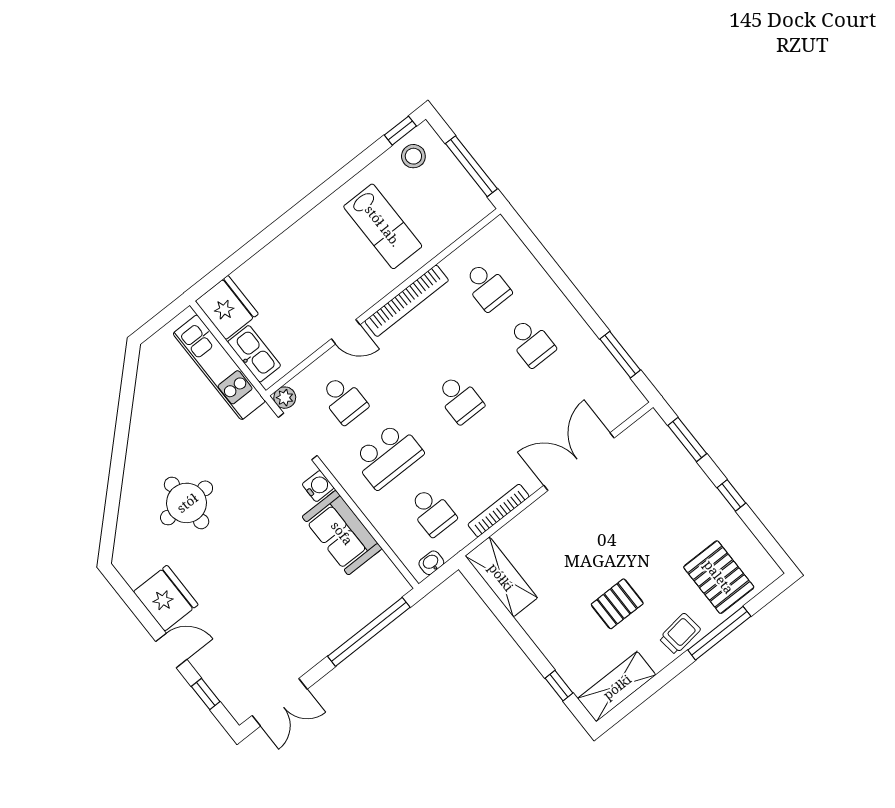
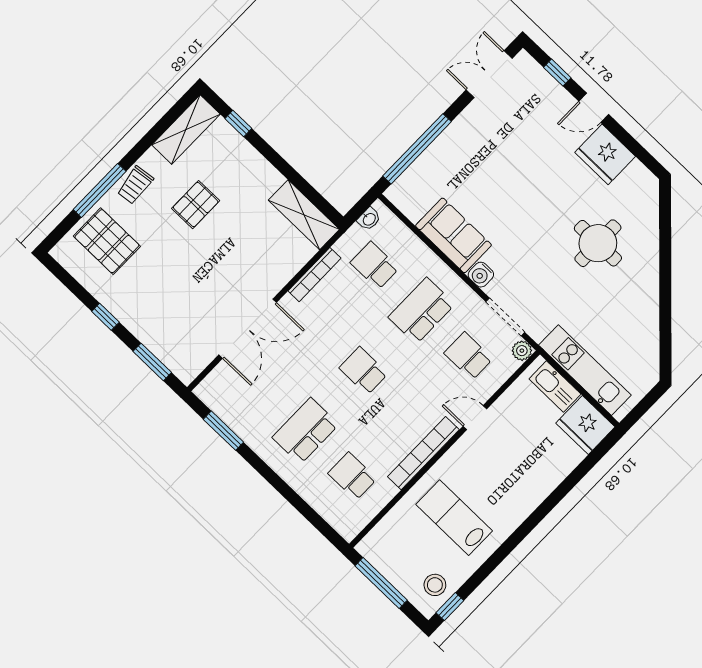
school desk: (531, 342) -> (305, 431), width x1.85

